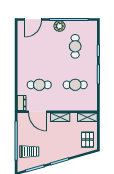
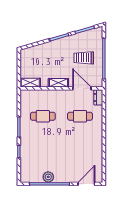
plant: (59, 26) -> (48, 177), moved
cafe table: (75, 46) -> (43, 156), removed
pallet: (87, 140) -> (30, 60), removed
trolley: (29, 152) -> (84, 58), moved

